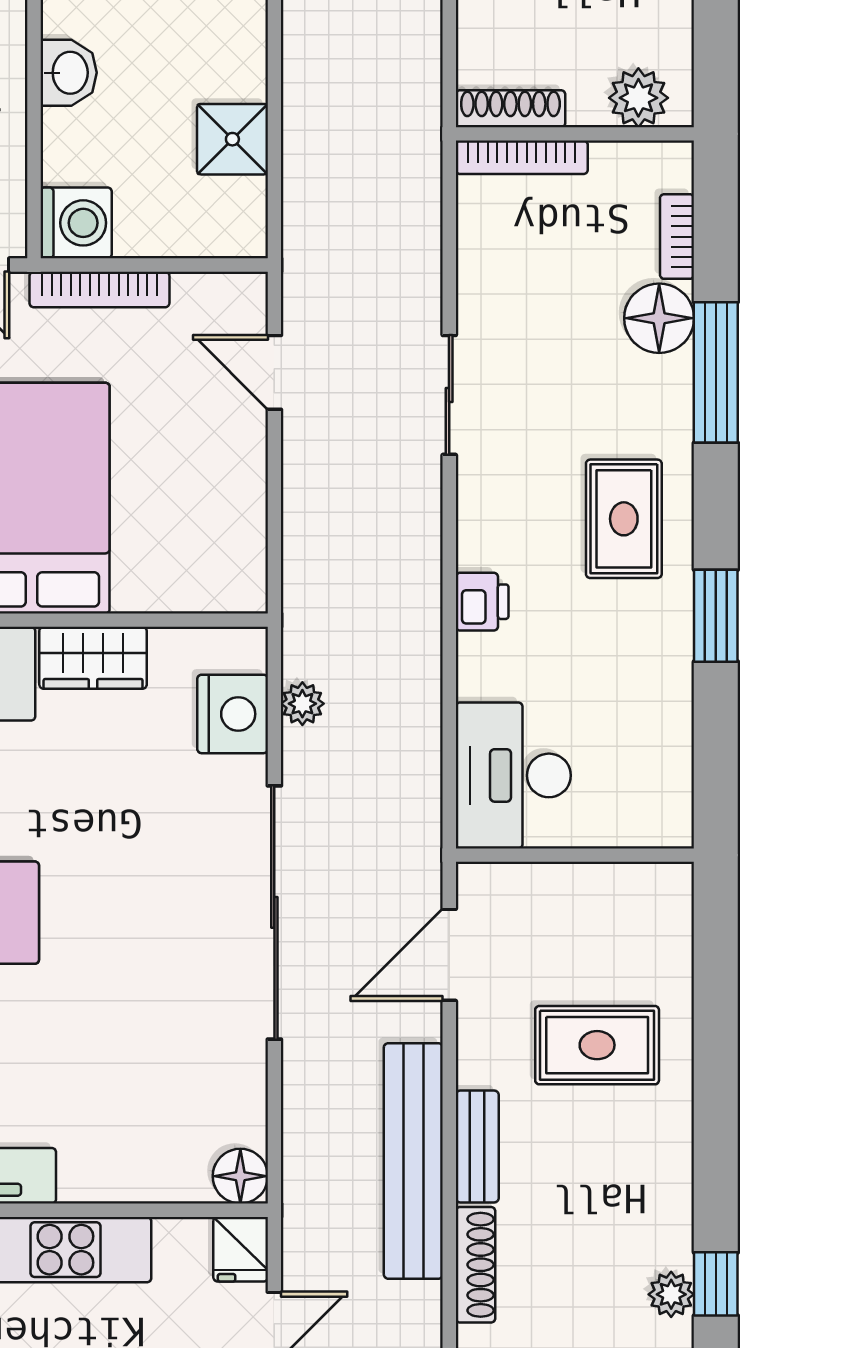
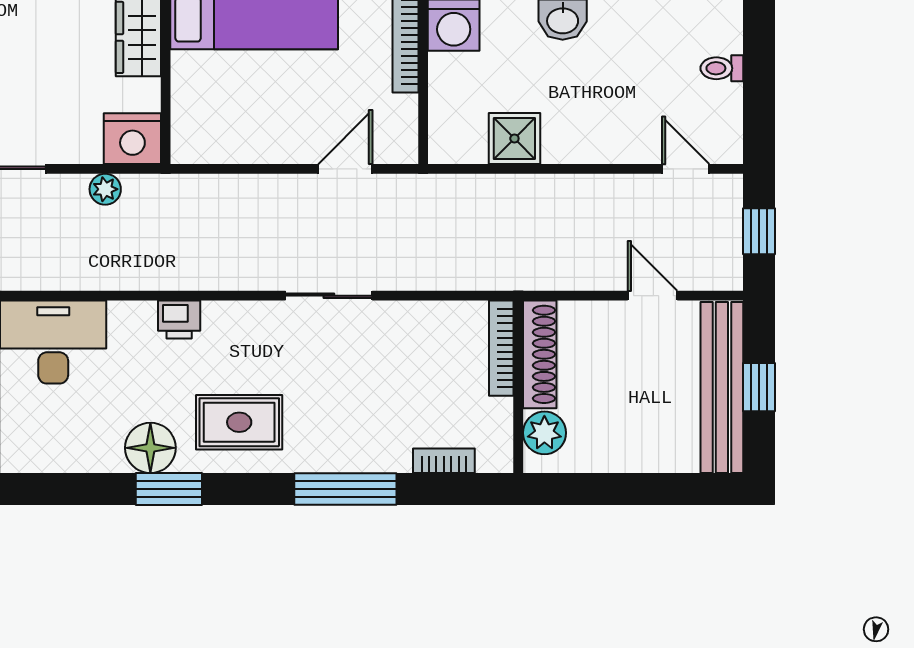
shoe rack: (510, 109) -> (540, 354), width x1.36, depth x1.24
floor lamp: (659, 318) -> (150, 448), moved
nightstand: (233, 714) -> (132, 139), moved

